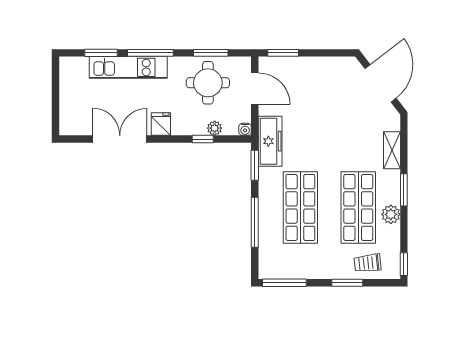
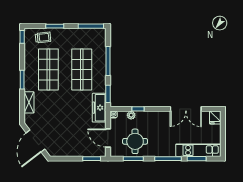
kitchen unit: (128, 67) -> (198, 150), moved
fridge: (161, 124) -> (215, 118), moved
plant: (391, 214) -> (30, 66), removed

